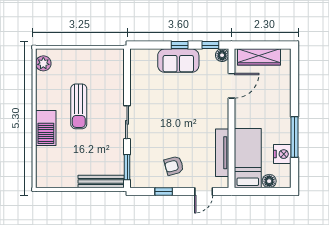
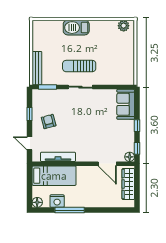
sofa: (178, 61) -> (126, 104), moved
sun lounger: (79, 106) -> (79, 66), moved
floor lamp: (269, 181) -> (37, 202), moved

